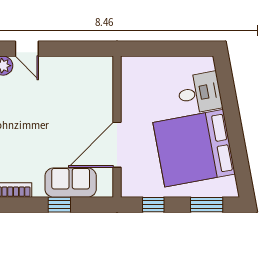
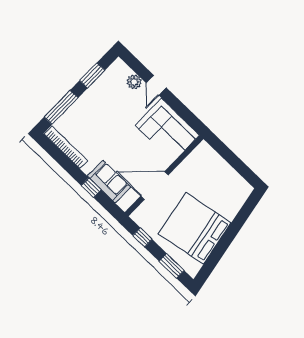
corner sofa: (78, 81) -> (167, 130), added
desk: (200, 93) -> (227, 201), removed

